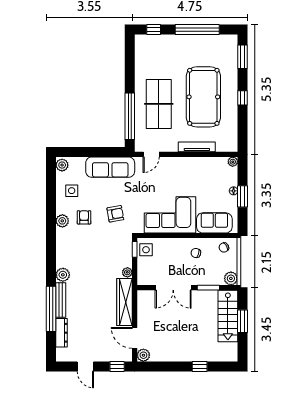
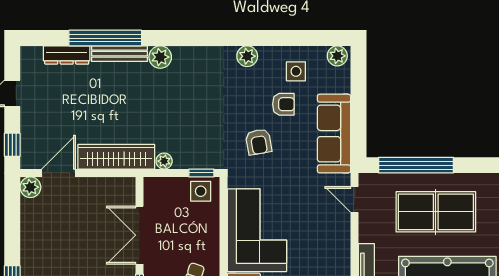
armchair: (84, 217) -> (283, 104), moved

